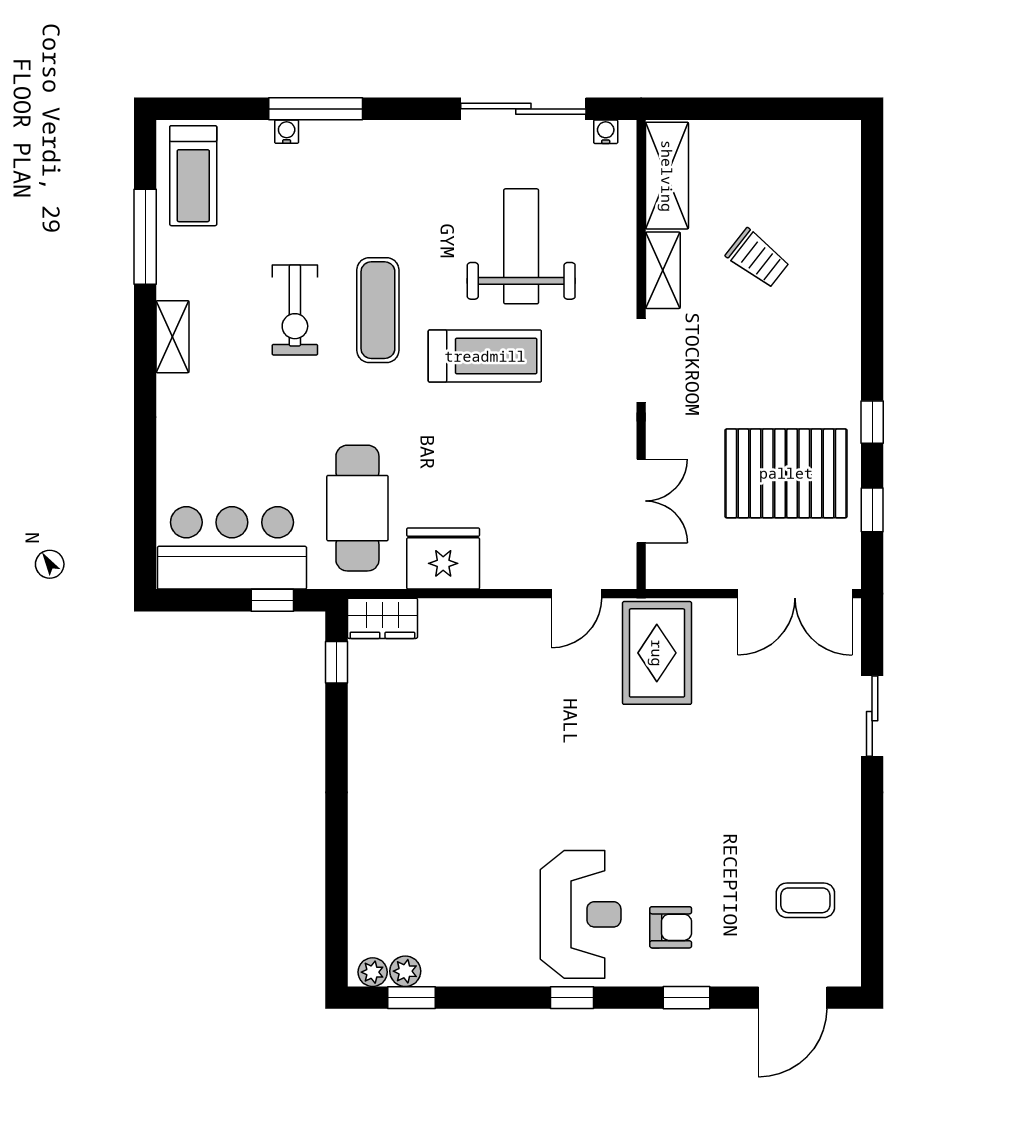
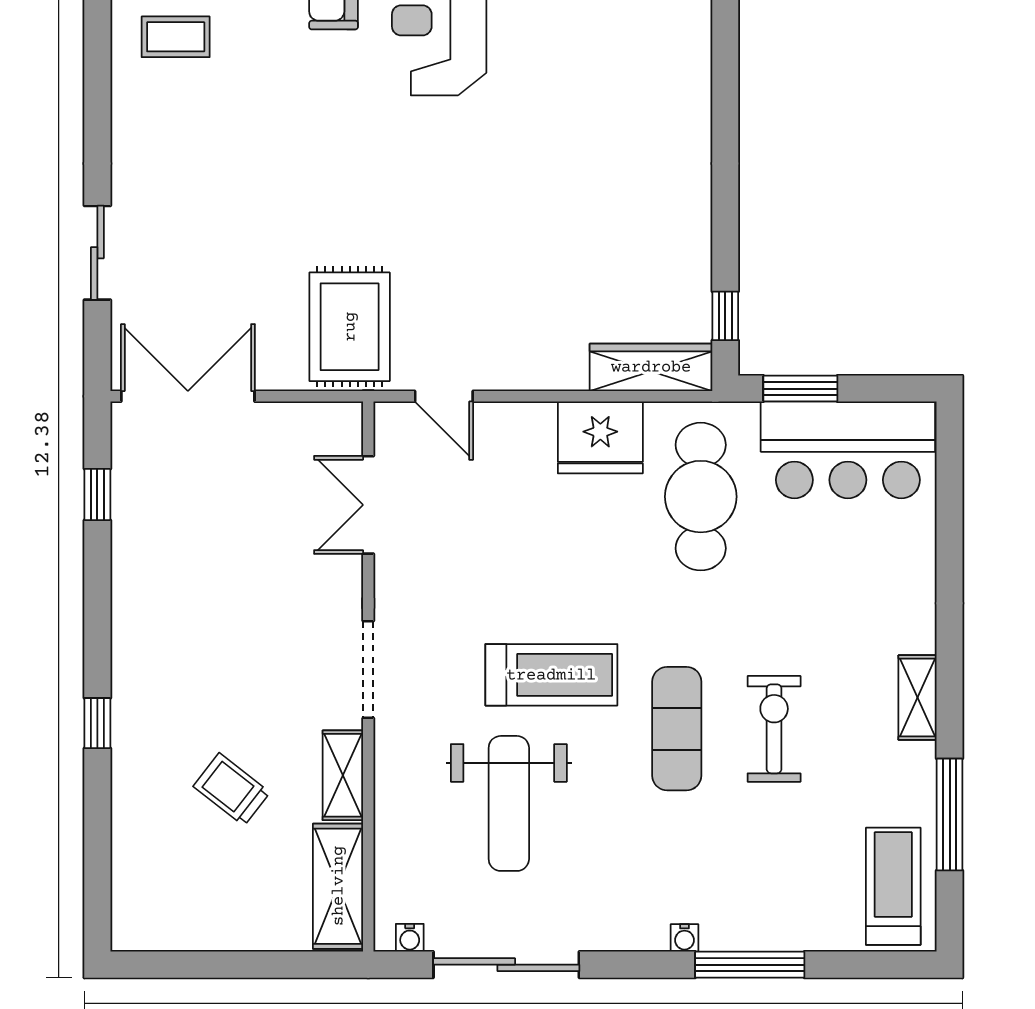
water cooler: (287, 132) -> (685, 938), moved
treadmill: (485, 356) -> (551, 675), turned 180
window: (872, 422) -> (97, 723), moved
pallet: (786, 473) -> (198, 537), removed
door: (577, 594) -> (444, 396), swing flipped
window: (272, 600) -> (800, 389), width x1.50
wardrobe: (382, 618) -> (651, 367), width x1.50

